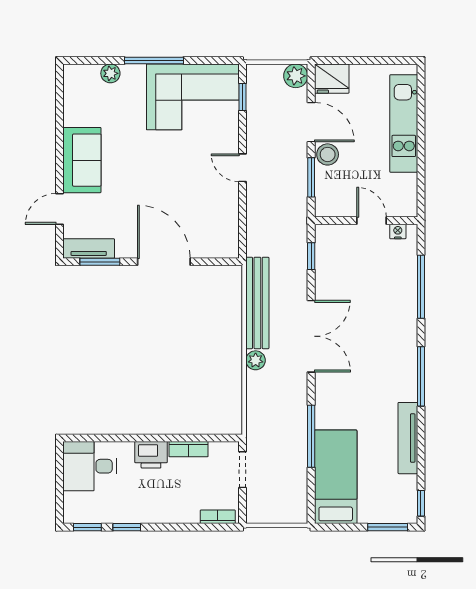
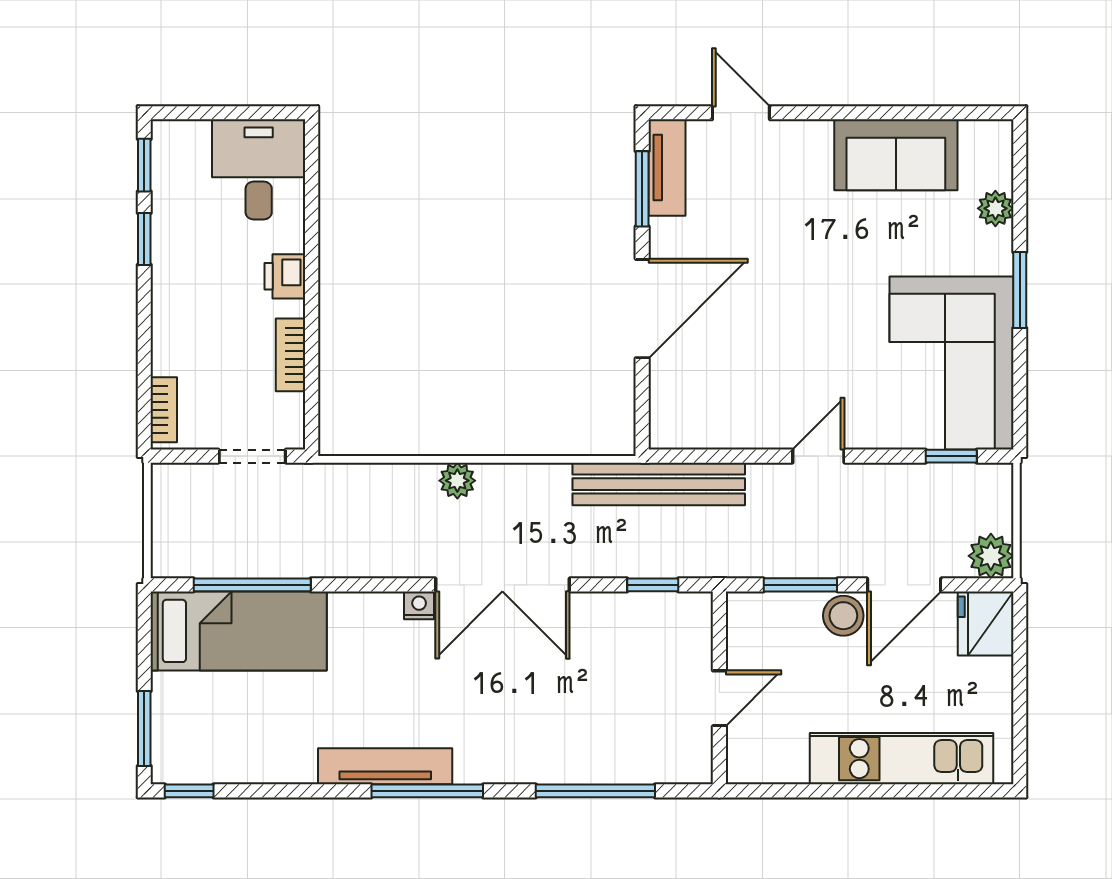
window: (154, 60) -> (1020, 290), width x0.69
sofa: (82, 160) -> (896, 155), moved
nightstand: (398, 232) -> (419, 605), moved, turned -90
bench: (257, 303) -> (659, 484), moved
window: (311, 436) -> (252, 585), moved
tv unit: (408, 438) -> (385, 766), moved
printer: (151, 455) -> (285, 276), width x0.73, depth x0.81

